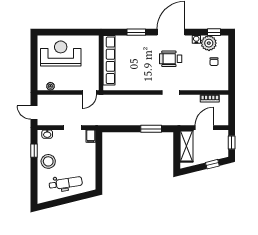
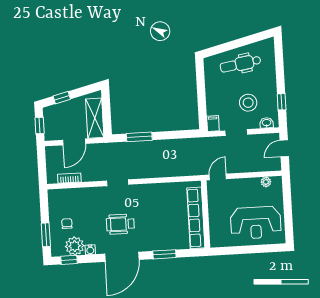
window: (232, 54) -> (46, 235), added
wheelchair: (171, 59) -> (120, 224), turned 180
door: (34, 113) -> (284, 148), swing flipped
stool: (48, 161) -> (248, 103), moved

